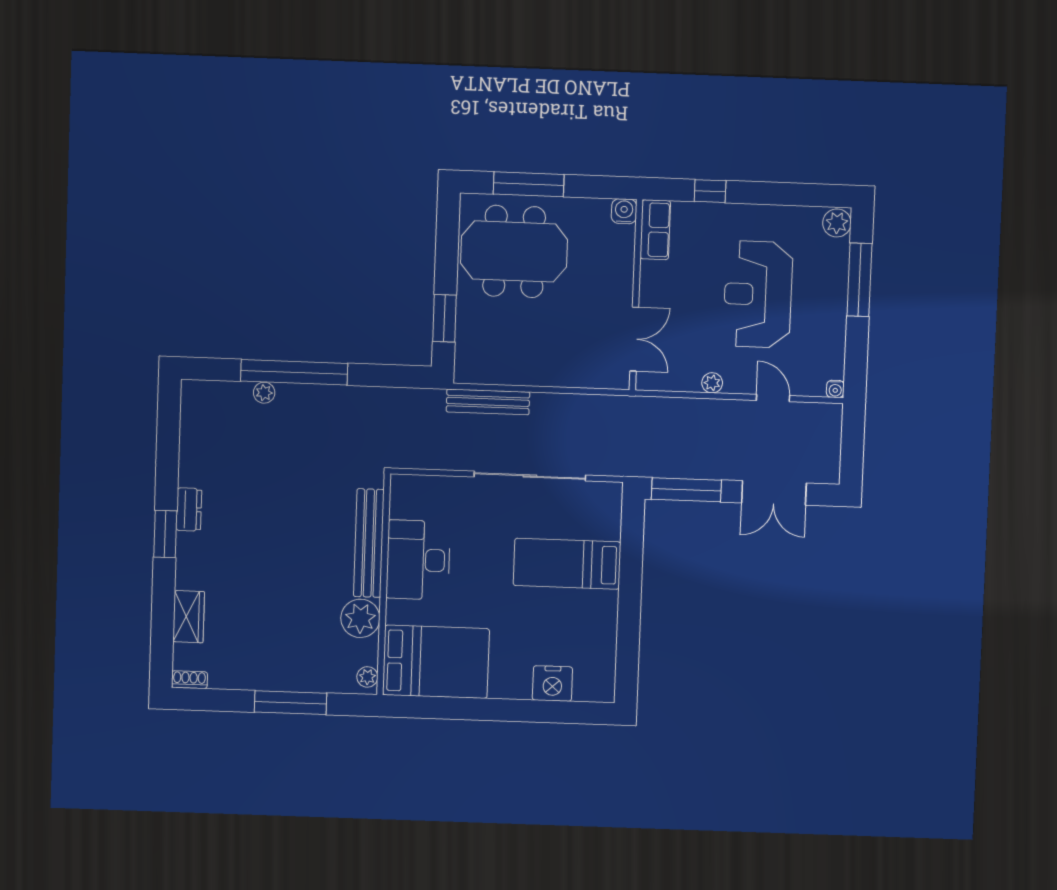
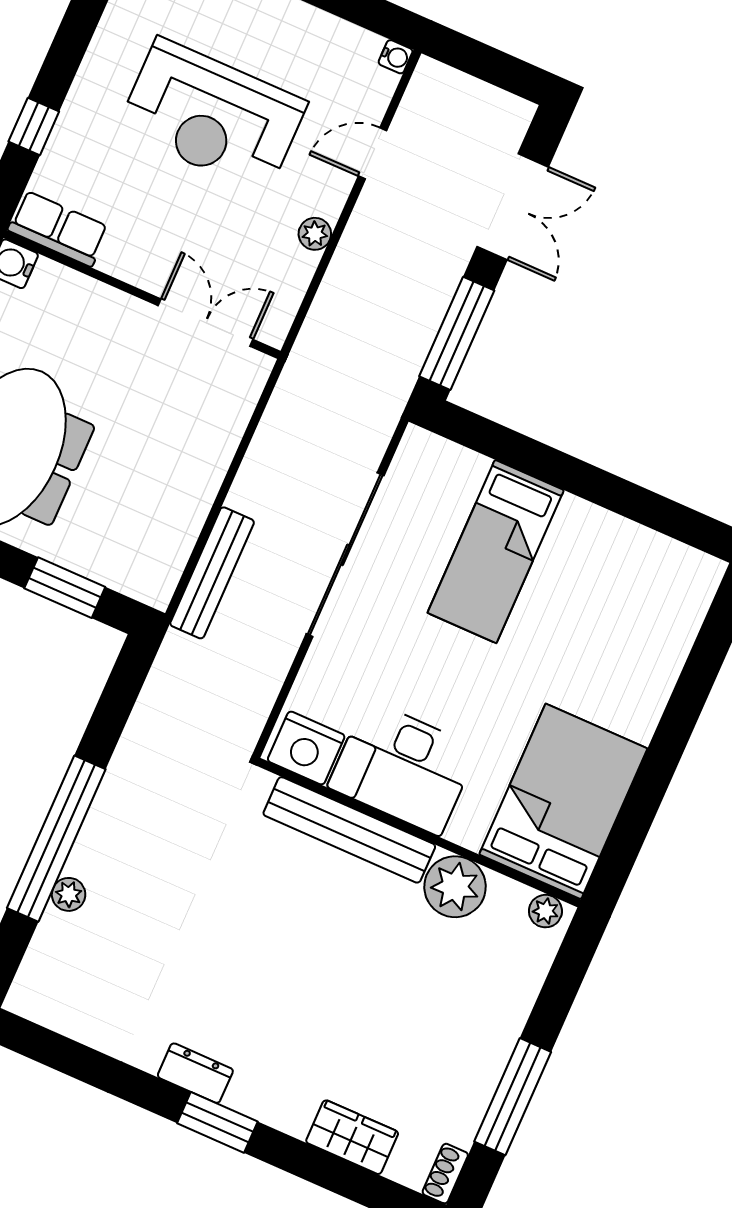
nightstand: (552, 684) -> (306, 748), moved, turned 90
window: (291, 703) -> (513, 1097), moved

